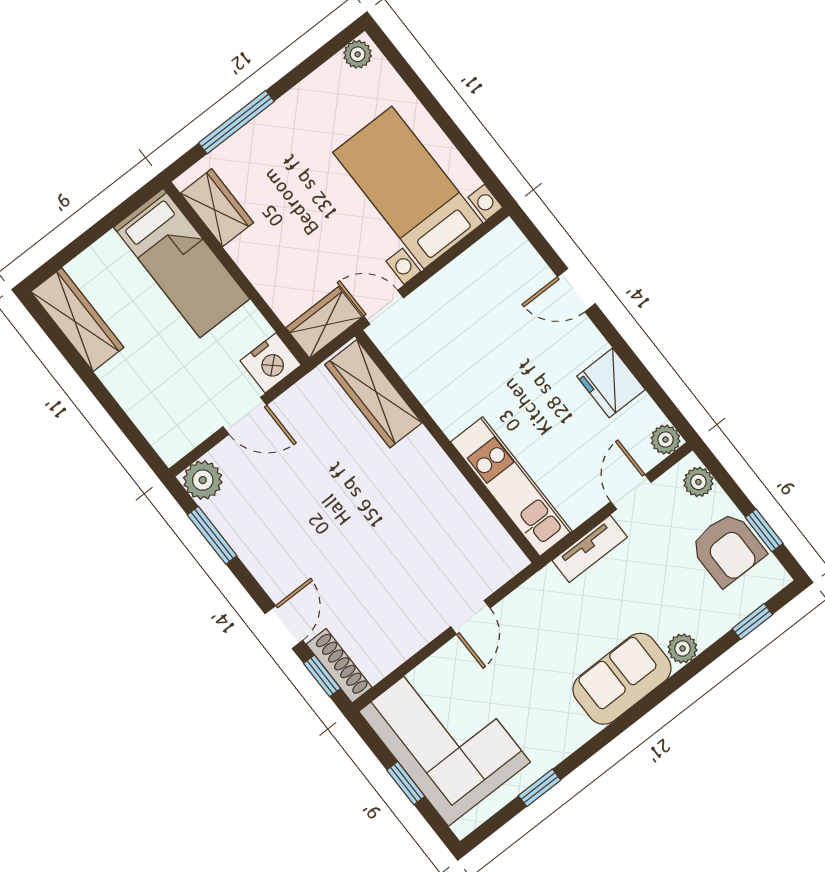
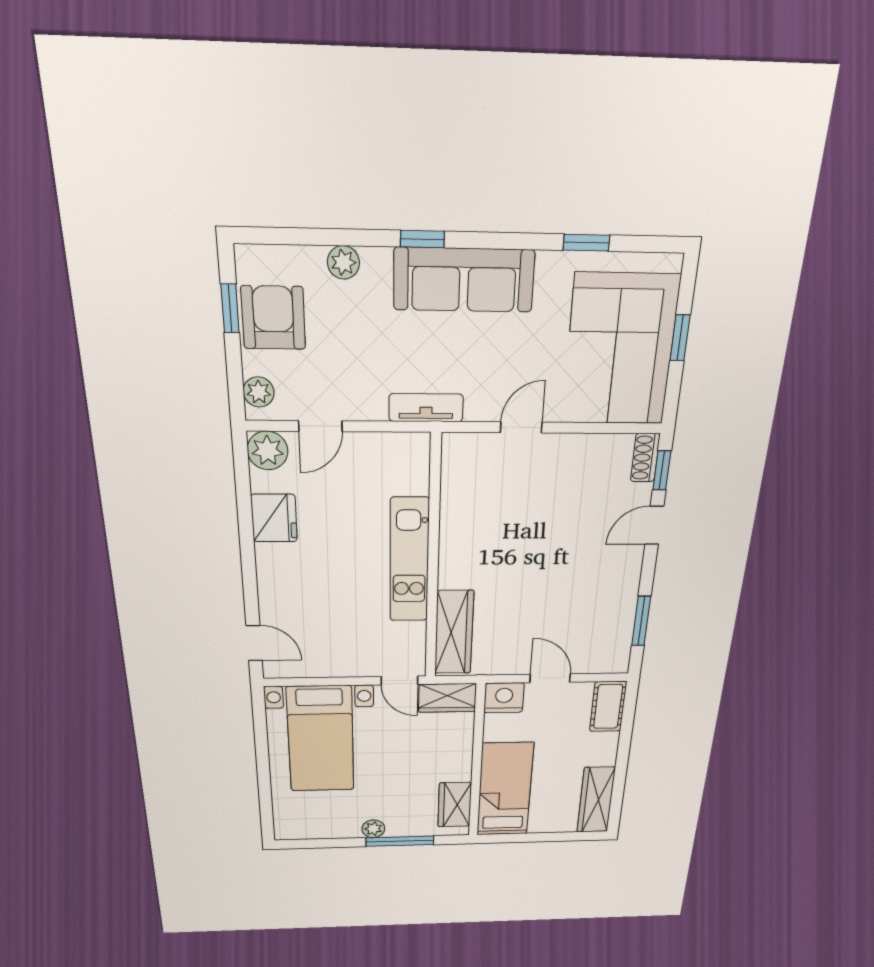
plant: (358, 54) -> (373, 829), moved
door: (576, 290) -> (254, 643), moved
cot: (162, 429) -> (608, 707), added
plant: (666, 440) -> (268, 451), width x1.38, depth x1.38
plant: (203, 480) -> (614, 659), removed
kitchen unit: (511, 486) -> (409, 560), moved
tv unit: (590, 549) -> (426, 408), moved
window: (752, 622) -> (422, 239), moved
plant: (683, 648) -> (343, 262), moved
shoe rack: (339, 666) -> (645, 458), width x0.70
sofa: (622, 679) -> (464, 280), width x1.36

